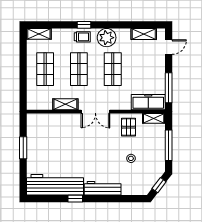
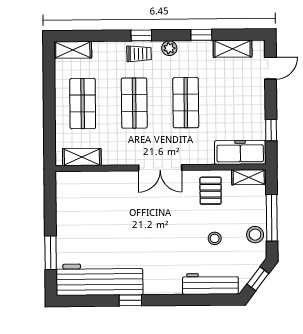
window: (123, 25) -> (201, 35), added
plant: (107, 38) -> (169, 48), width x0.53, depth x0.53
window: (169, 88) -> (271, 130), width x0.46
shelving: (65, 104) -> (82, 157), moved
window: (23, 148) -> (51, 253), moved
stool: (157, 156) -> (255, 235), added
workbench: (103, 188) -> (210, 284), moved

